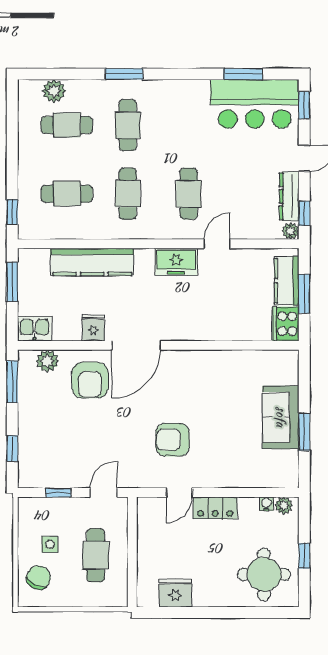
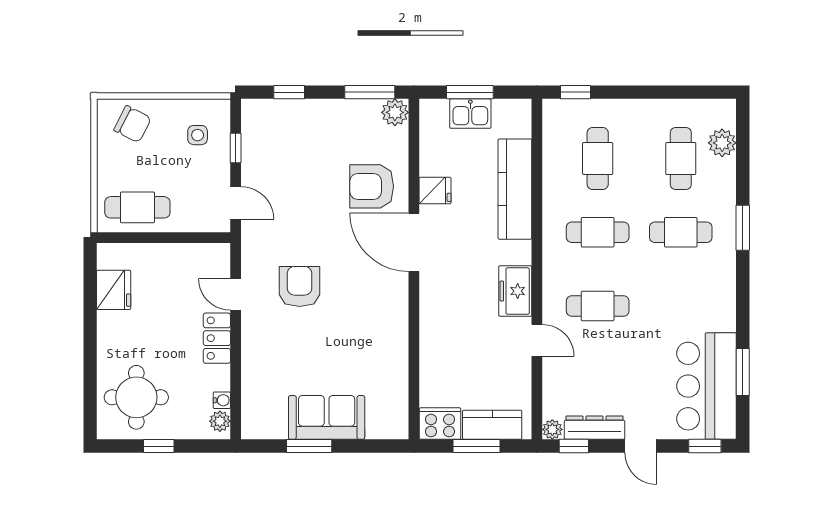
window: (12, 282) -> (470, 92), moved
kitchen sink: (35, 329) -> (470, 114), moved, turned 90
plant: (47, 361) -> (395, 112), moved
side table: (50, 544) -> (198, 135), moved
cafe table: (96, 555) -> (137, 207), moved

